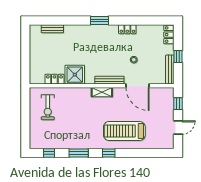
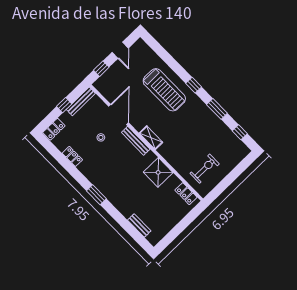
locker: (127, 29) -> (72, 156), moved
locker: (54, 79) -> (186, 194), moved
door: (178, 128) -> (120, 50), swing flipped

